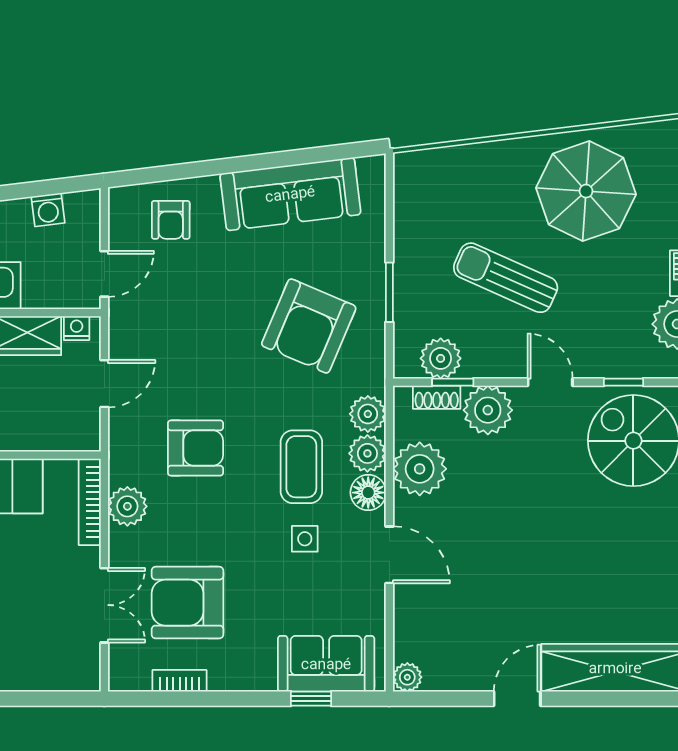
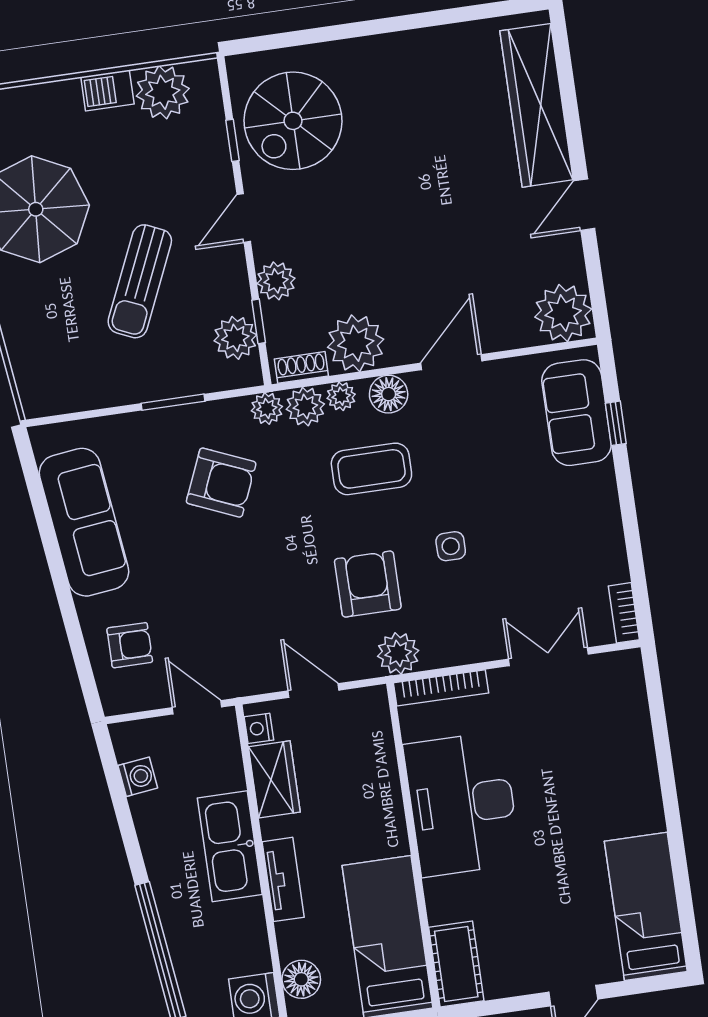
armchair: (309, 326) -> (221, 483), width x0.73, depth x0.73
plant: (371, 378) -> (267, 409), added
shoe rack: (437, 397) -> (301, 367), moved, turned -90
plant: (488, 410) -> (276, 281), width x0.73, depth x0.73
plant: (367, 453) -> (341, 396), width x0.73, depth x0.73
plant: (127, 506) -> (398, 653), moved
side table: (305, 539) -> (451, 546), moved
armchair: (187, 603) -> (533, 569), removed
plant: (407, 677) -> (563, 313), width x1.87, depth x1.87
bookcase: (180, 681) -> (624, 613), moved
door: (517, 699) -> (584, 205), hinge flipped

